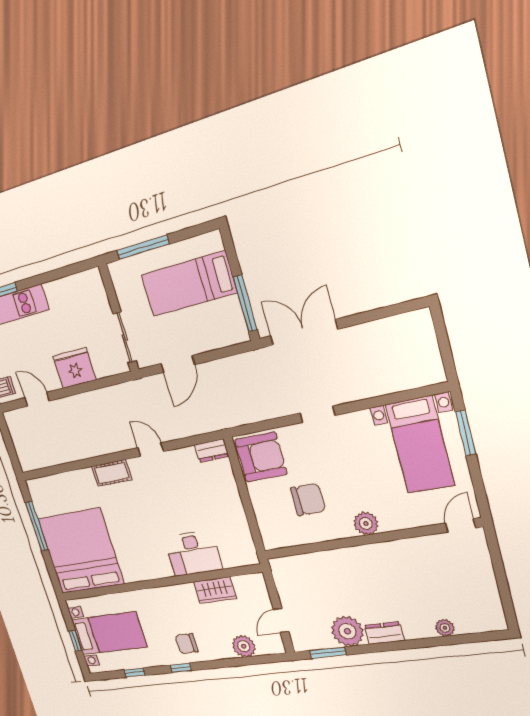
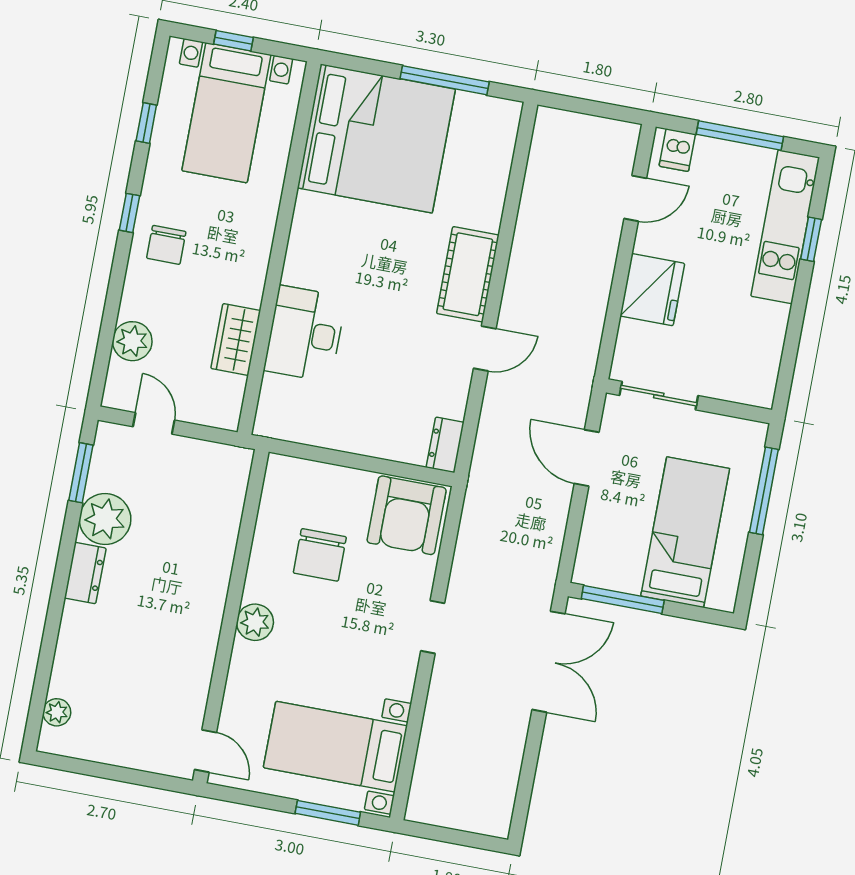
cot: (112, 473) -> (468, 274), width x1.37, depth x1.34
plant: (445, 628) -> (57, 712), moved
chair: (187, 644) -> (166, 245), turned 180

